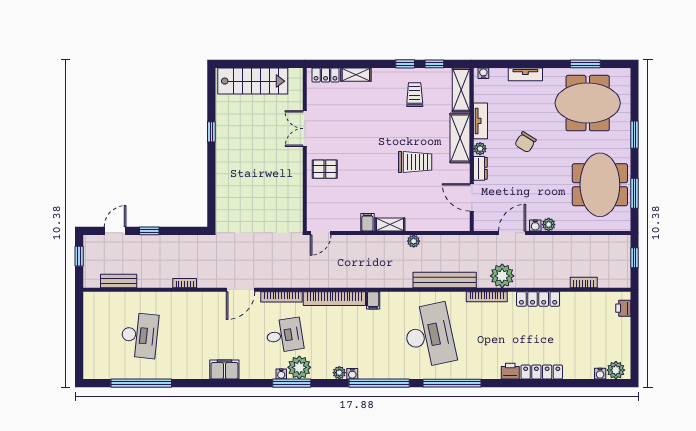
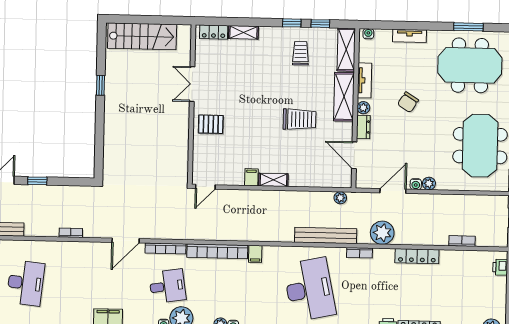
plant: (414, 241) -> (340, 198), moved
bookcase: (487, 297) -> (360, 253), width x0.64

